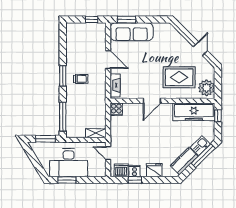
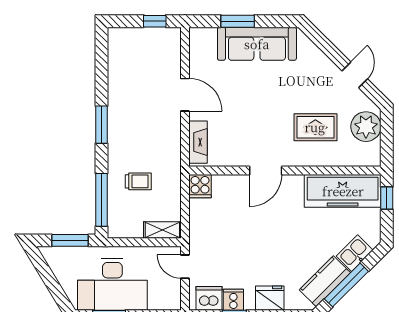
window: (127, 20) -> (238, 21), moved
sofa: (132, 32) -> (257, 44), moved
rug: (179, 77) -> (315, 127), width x0.73, depth x0.70
trolley: (81, 79) -> (138, 181), moved
plant: (207, 88) -> (366, 127), moved
window: (203, 156) -> (346, 285), moved

